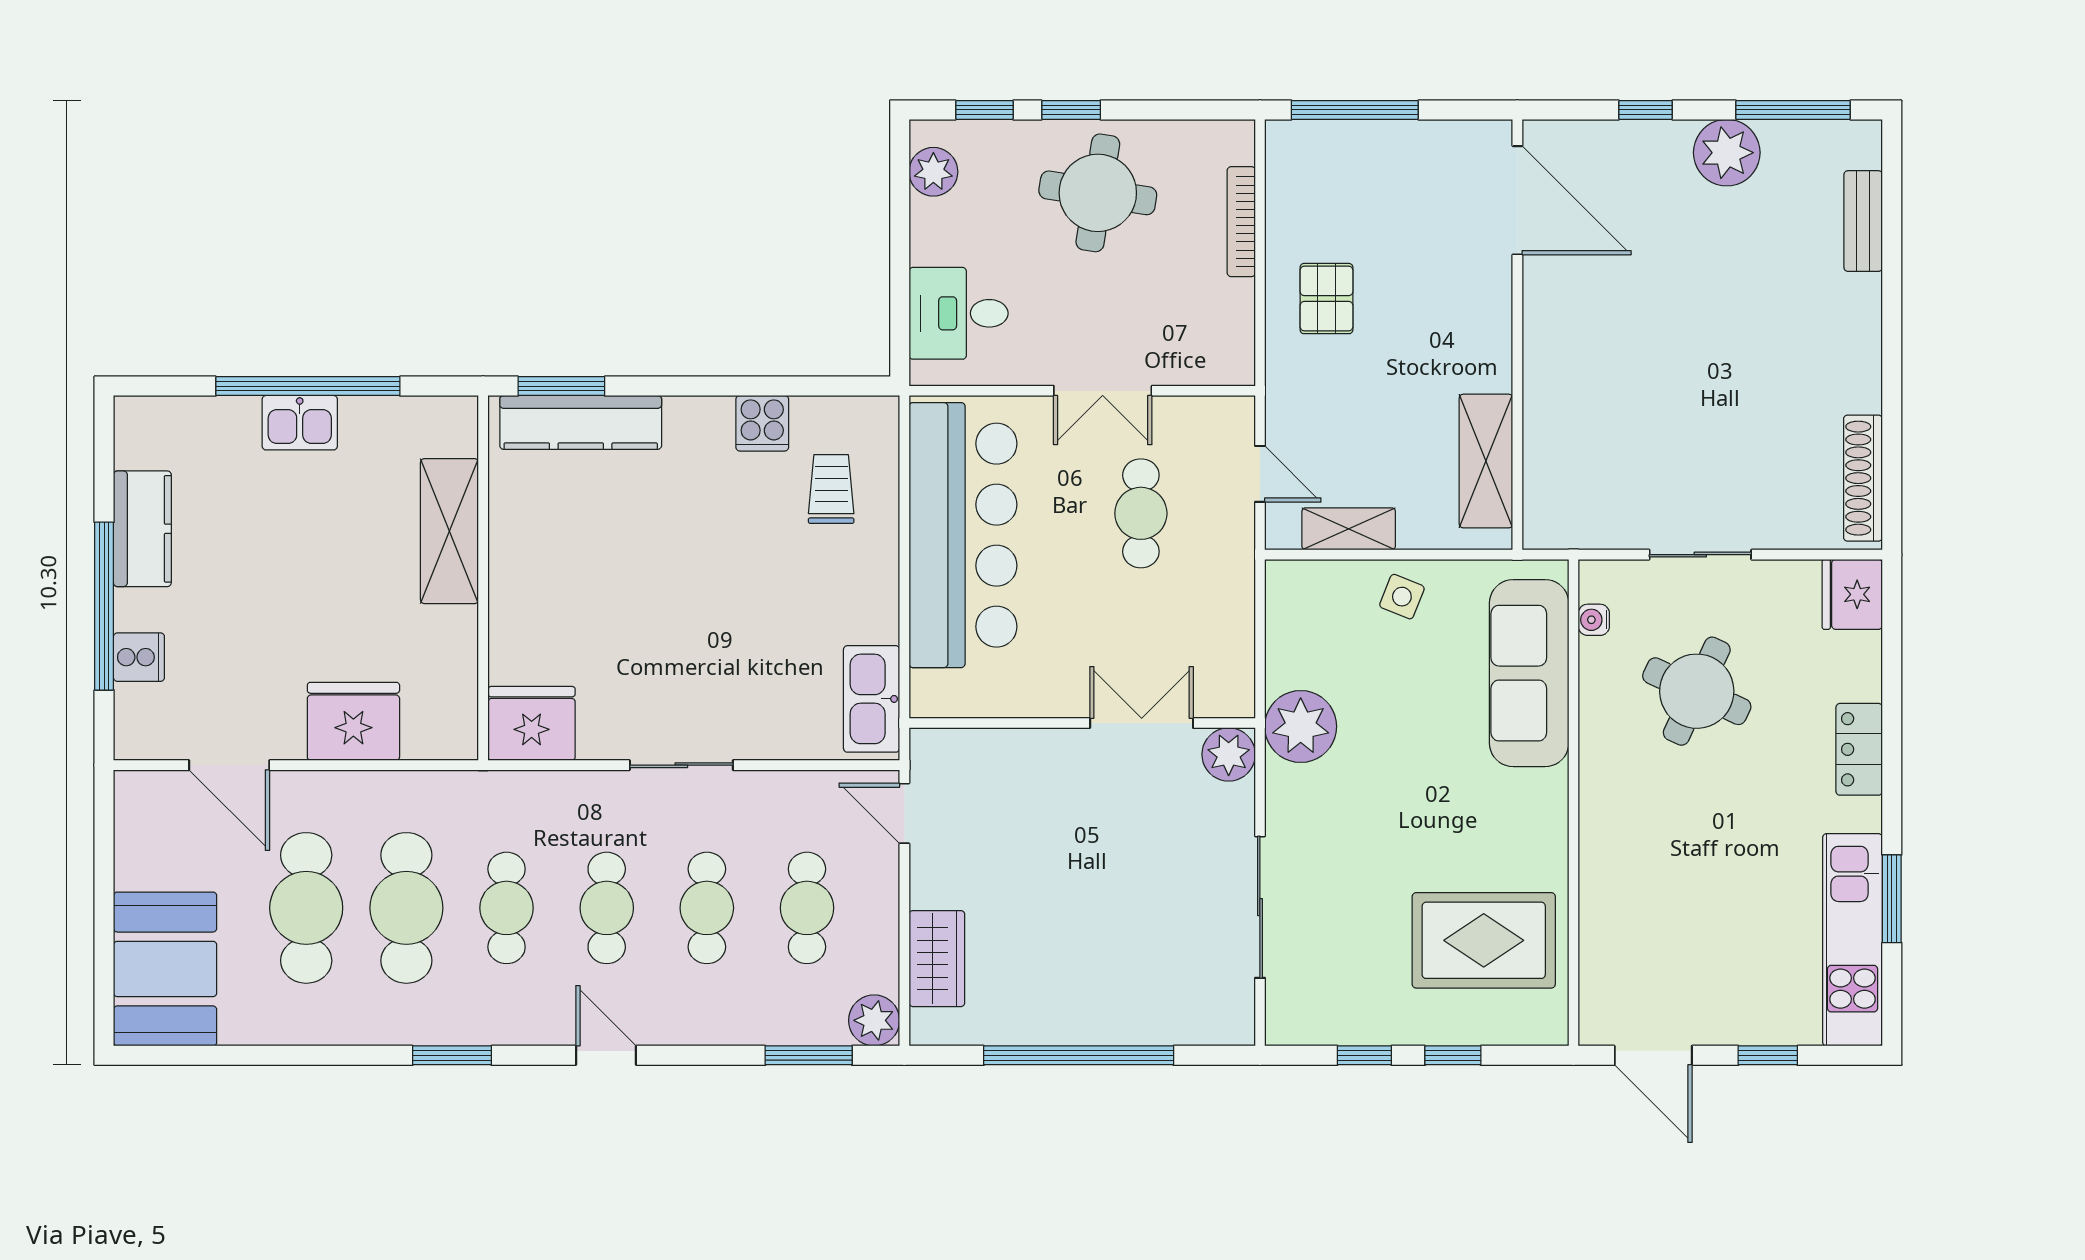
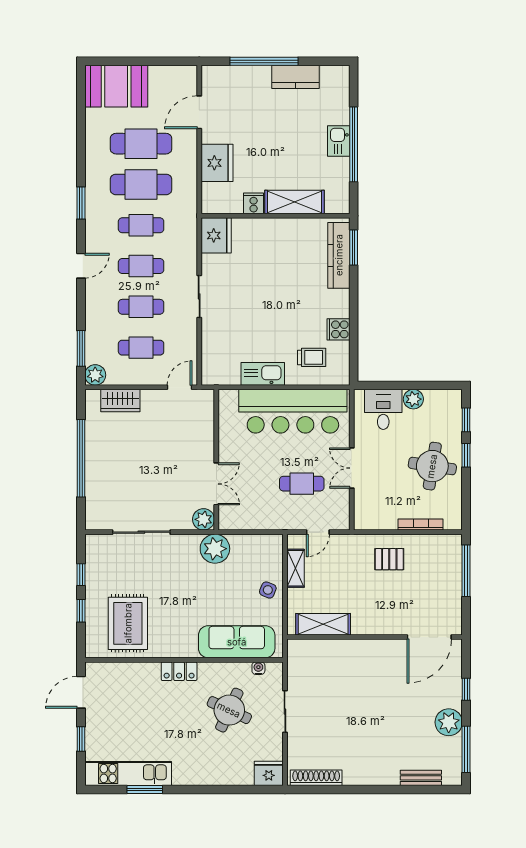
plant: (933, 172) -> (413, 399), moved
cooker: (139, 657) -> (254, 203), moved, turned 180
kitchen sink: (872, 699) -> (263, 374), moved
locker: (1859, 749) -> (179, 671), moved, turned 180

